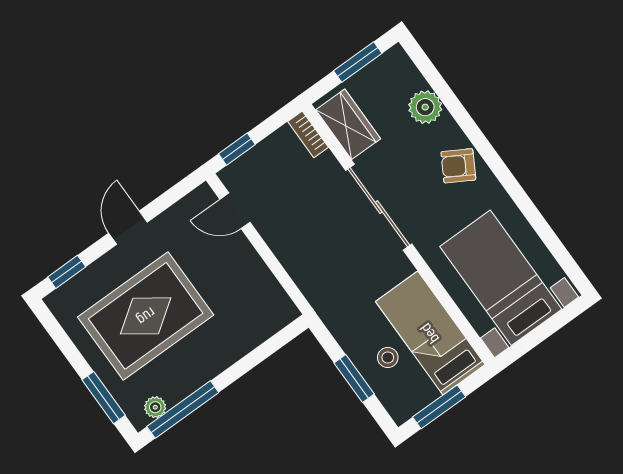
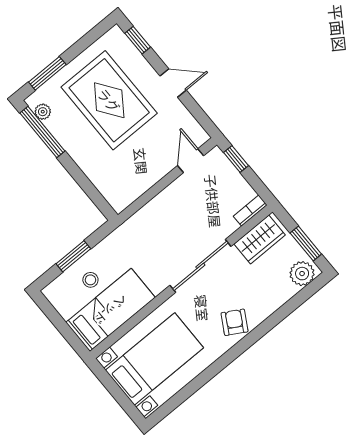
plant: (425, 107) -> (302, 274), moved
window: (439, 407) -> (57, 320), removed

